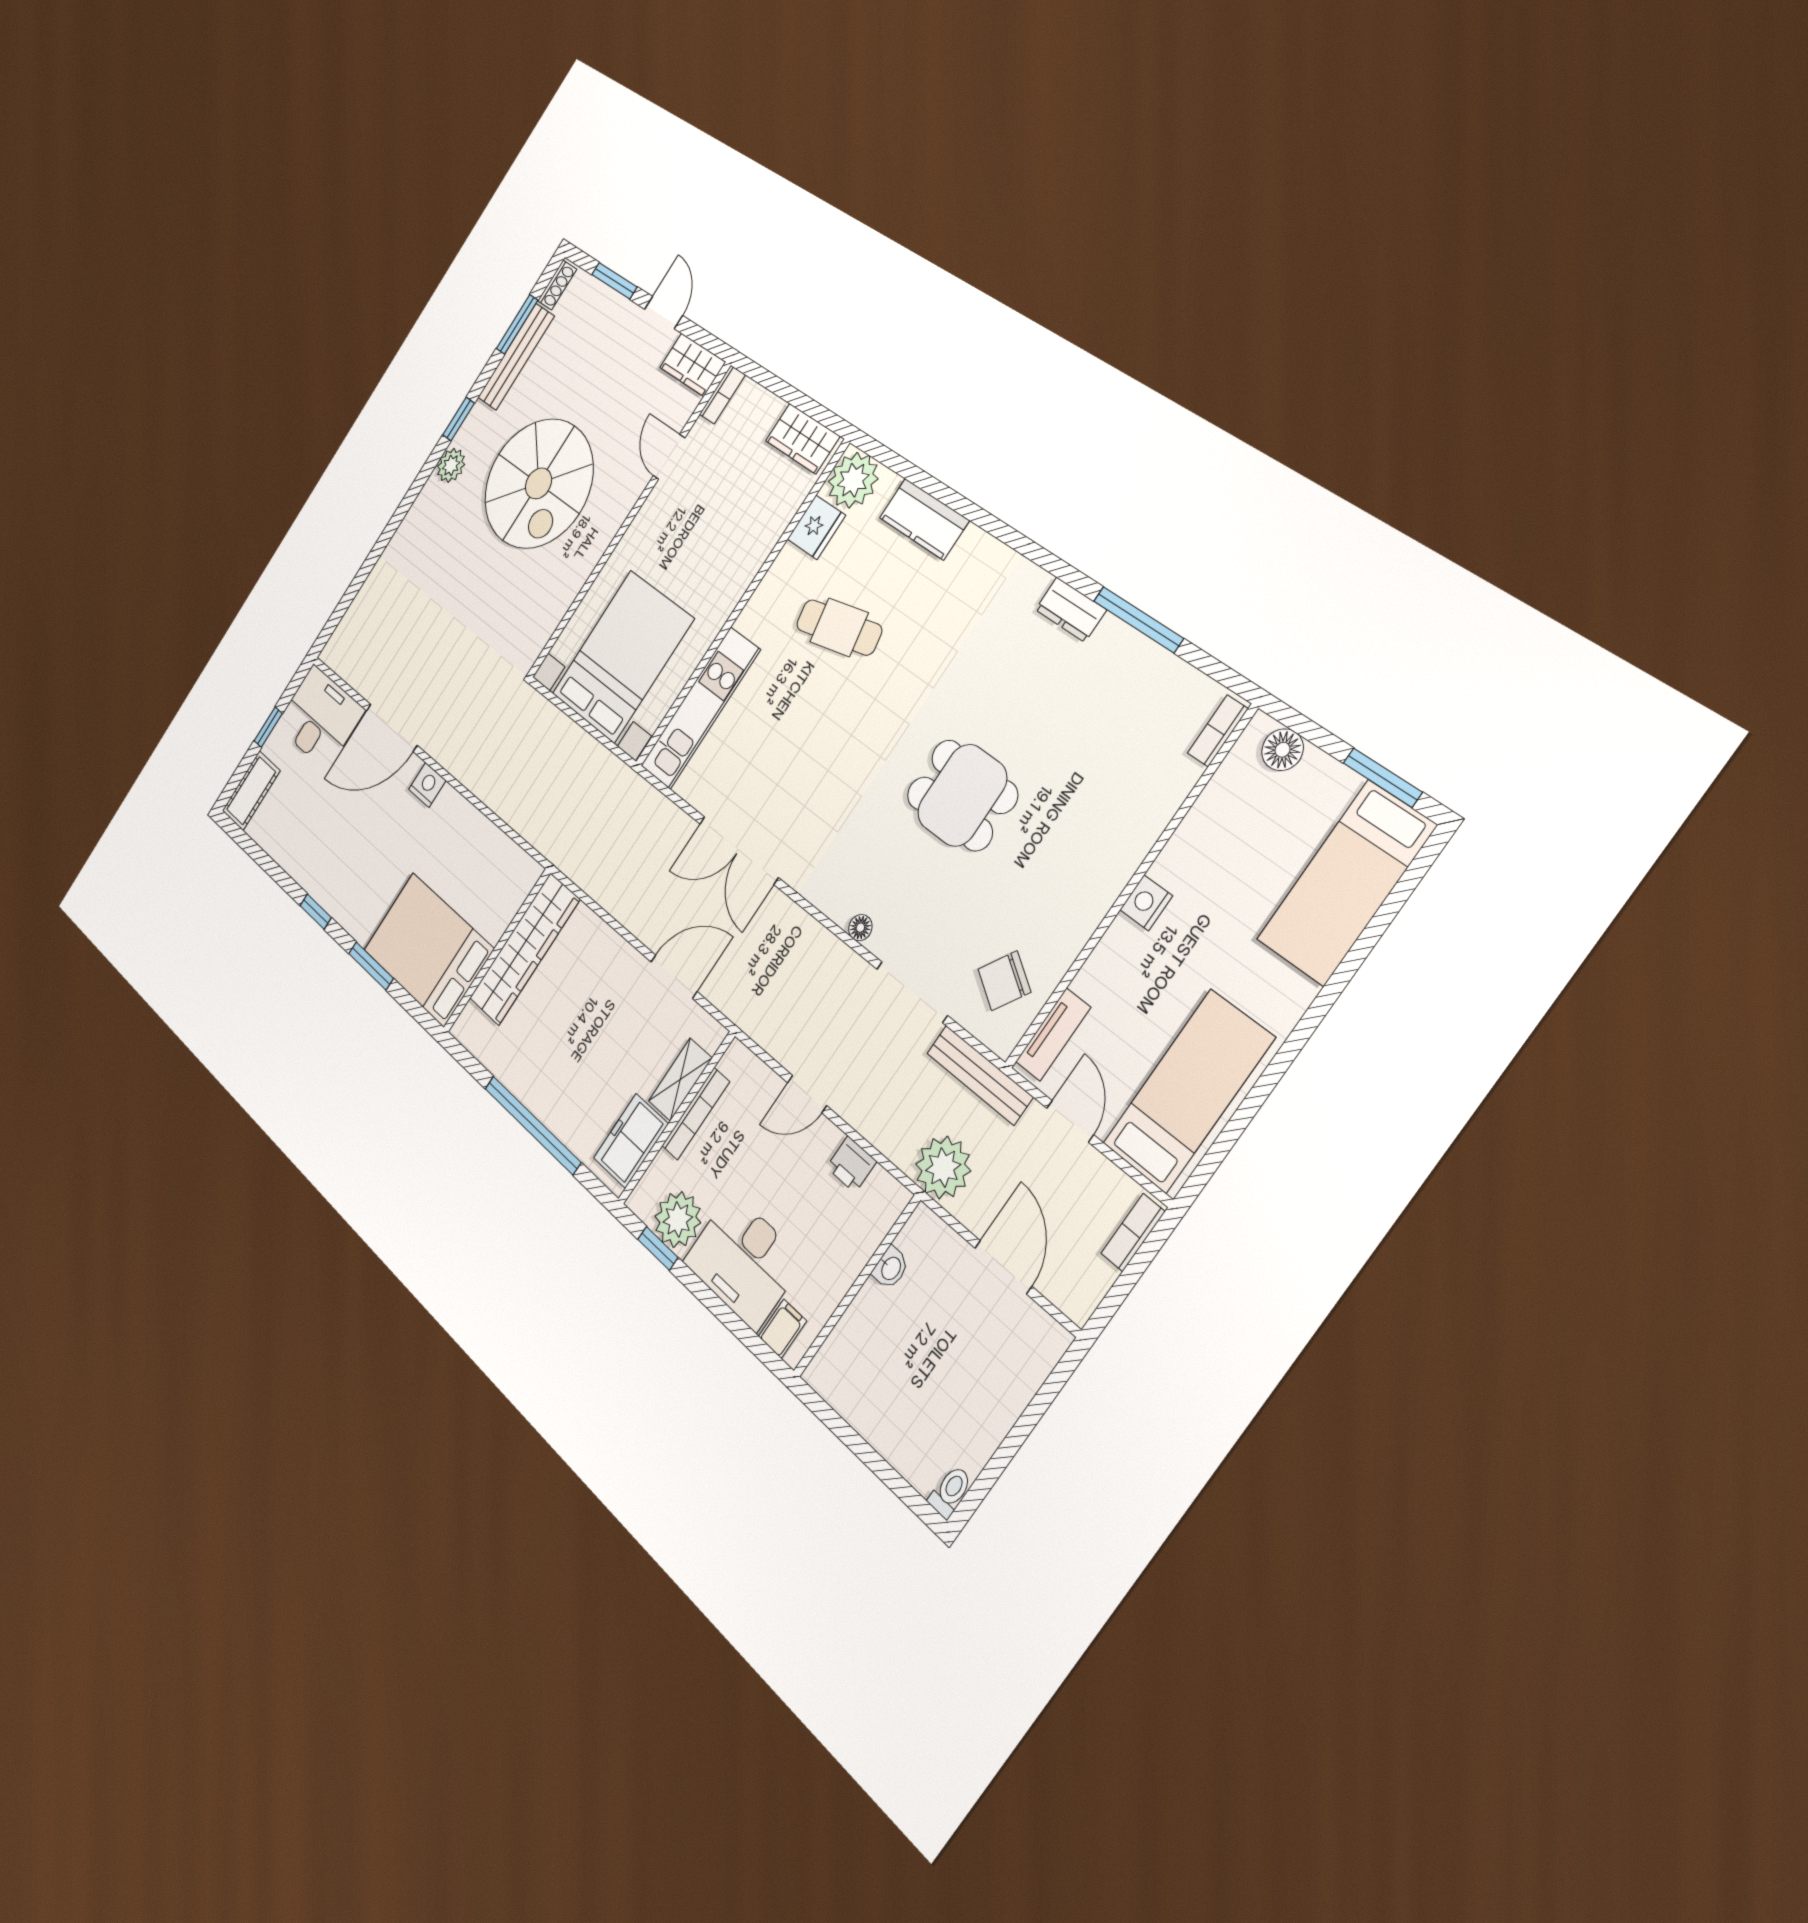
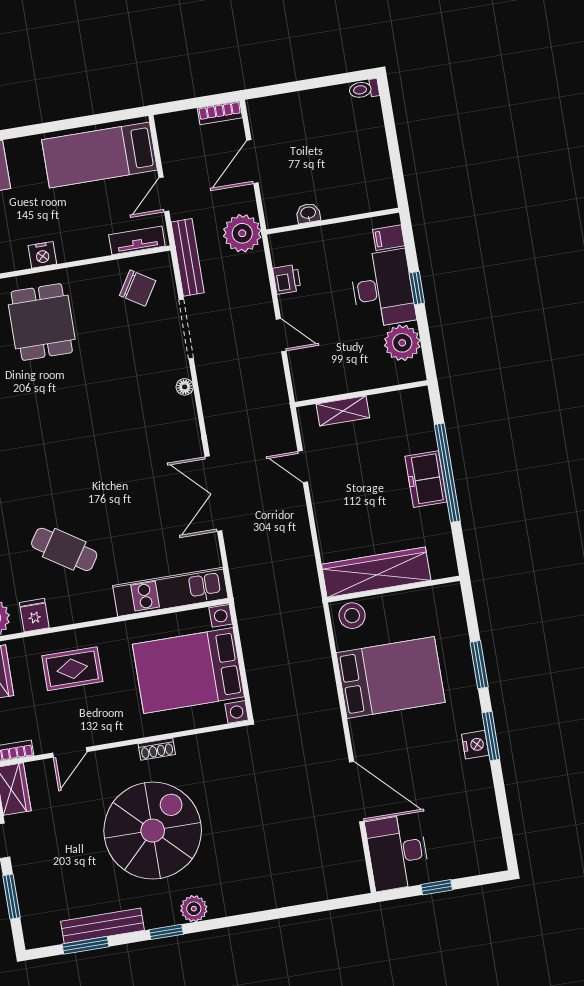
shoe rack: (557, 285) -> (157, 749), moved, turned 180
fridge: (816, 527) -> (34, 615), width x0.72
rug: (732, 530) -> (72, 669), added
cafe table: (839, 627) -> (64, 549), turned -45
nightstand: (427, 785) -> (475, 745), moved, turned 180
cot: (251, 791) -> (478, 860), removed
dining table: (962, 795) -> (42, 322), moved
double door: (739, 850) -> (213, 494), swing flipped
stool: (515, 882) -> (352, 616), added
window: (316, 912) -> (491, 736), width x1.50
bed: (428, 949) -> (391, 677), moved, turned -90
door: (674, 977) -> (303, 467), width x0.73
bookcase: (696, 1114) -> (349, 385), removed
freezer: (631, 1141) -> (426, 479), moved, turned 90
bookcase: (1133, 1232) -> (220, 113), moved
window: (658, 1248) -> (417, 288), moved

